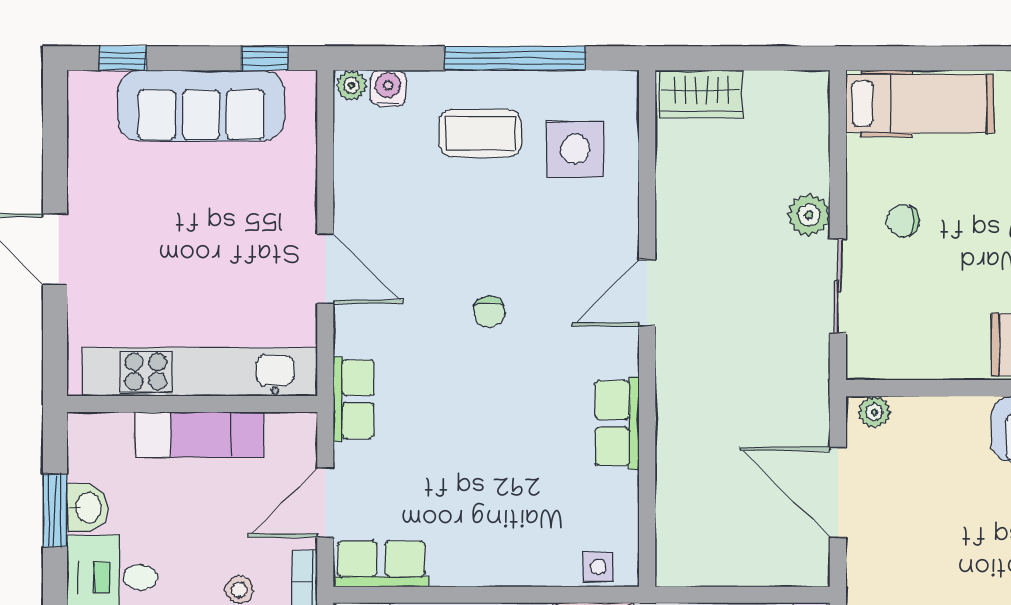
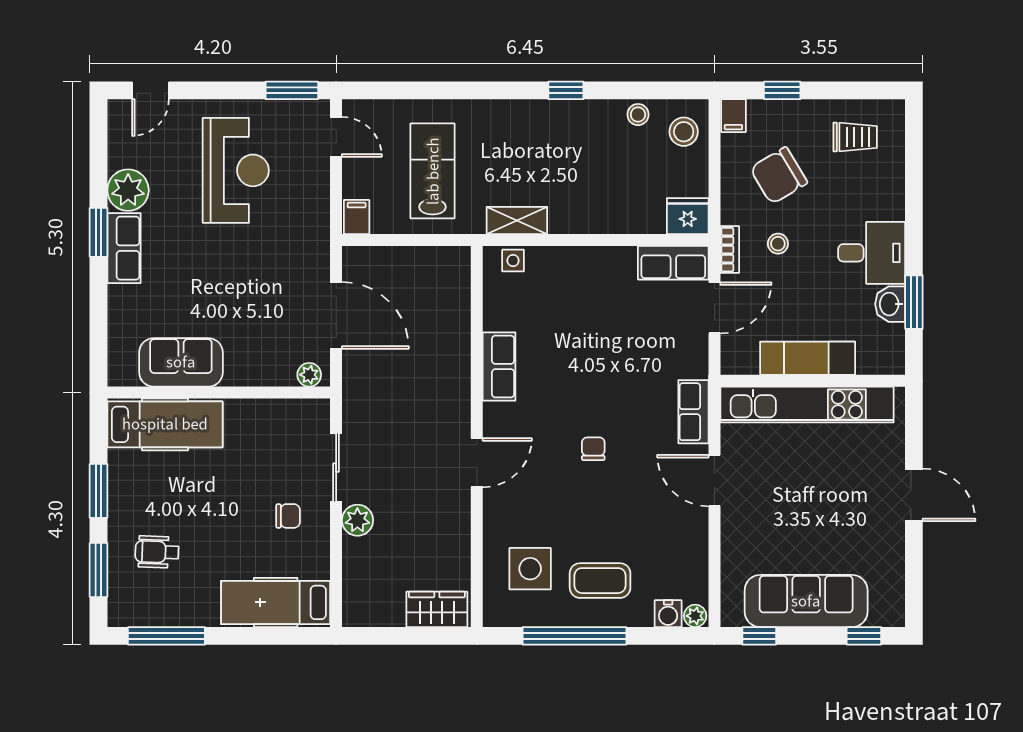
row of seats: (354, 399) -> (693, 412), moved

